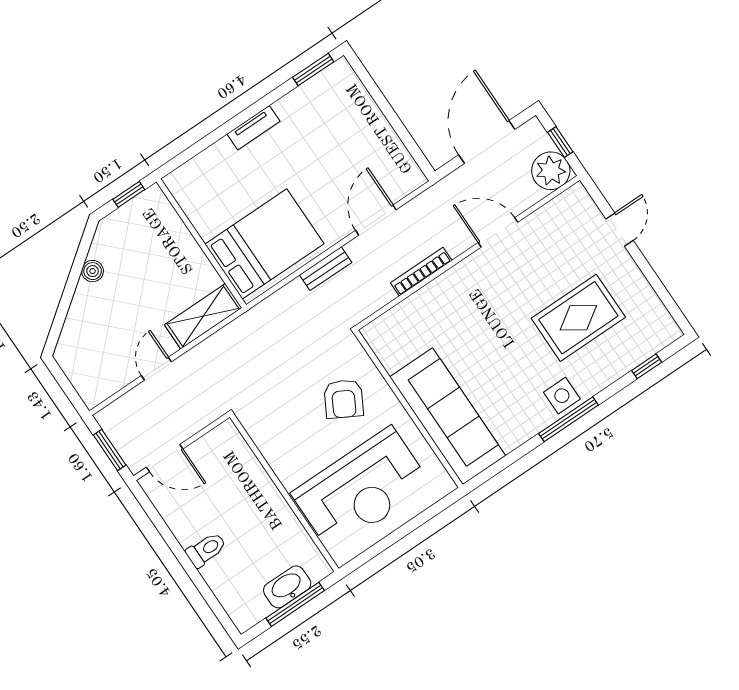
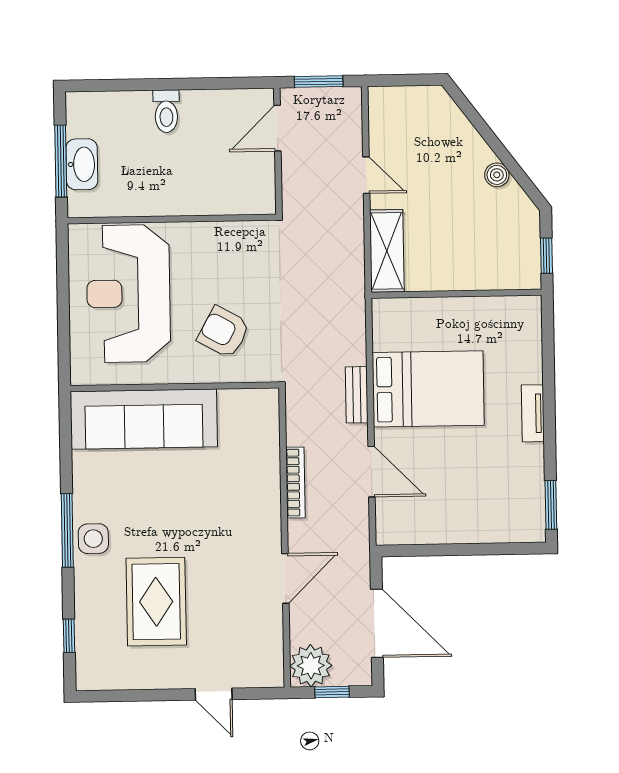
bed: (264, 244) -> (428, 389), moved, turned -90

